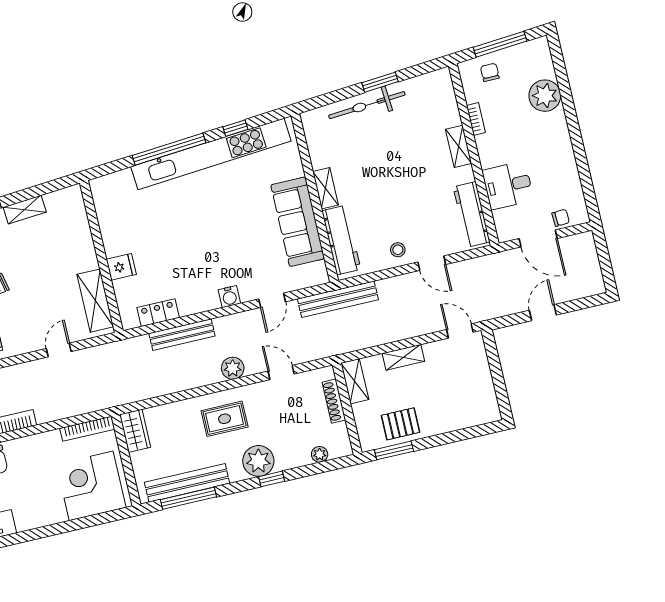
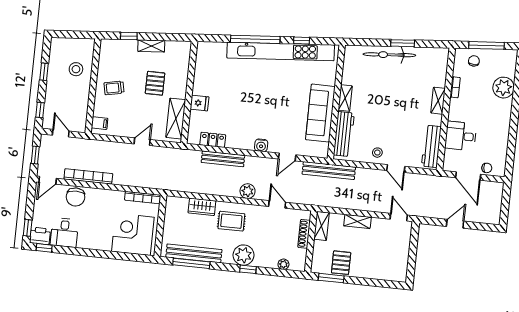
pallet: (48, 261) -> (155, 83), added
pallet: (401, 424) -> (341, 263), turned 90
wardrobe: (135, 431) -> (202, 207), moved, turned 90

